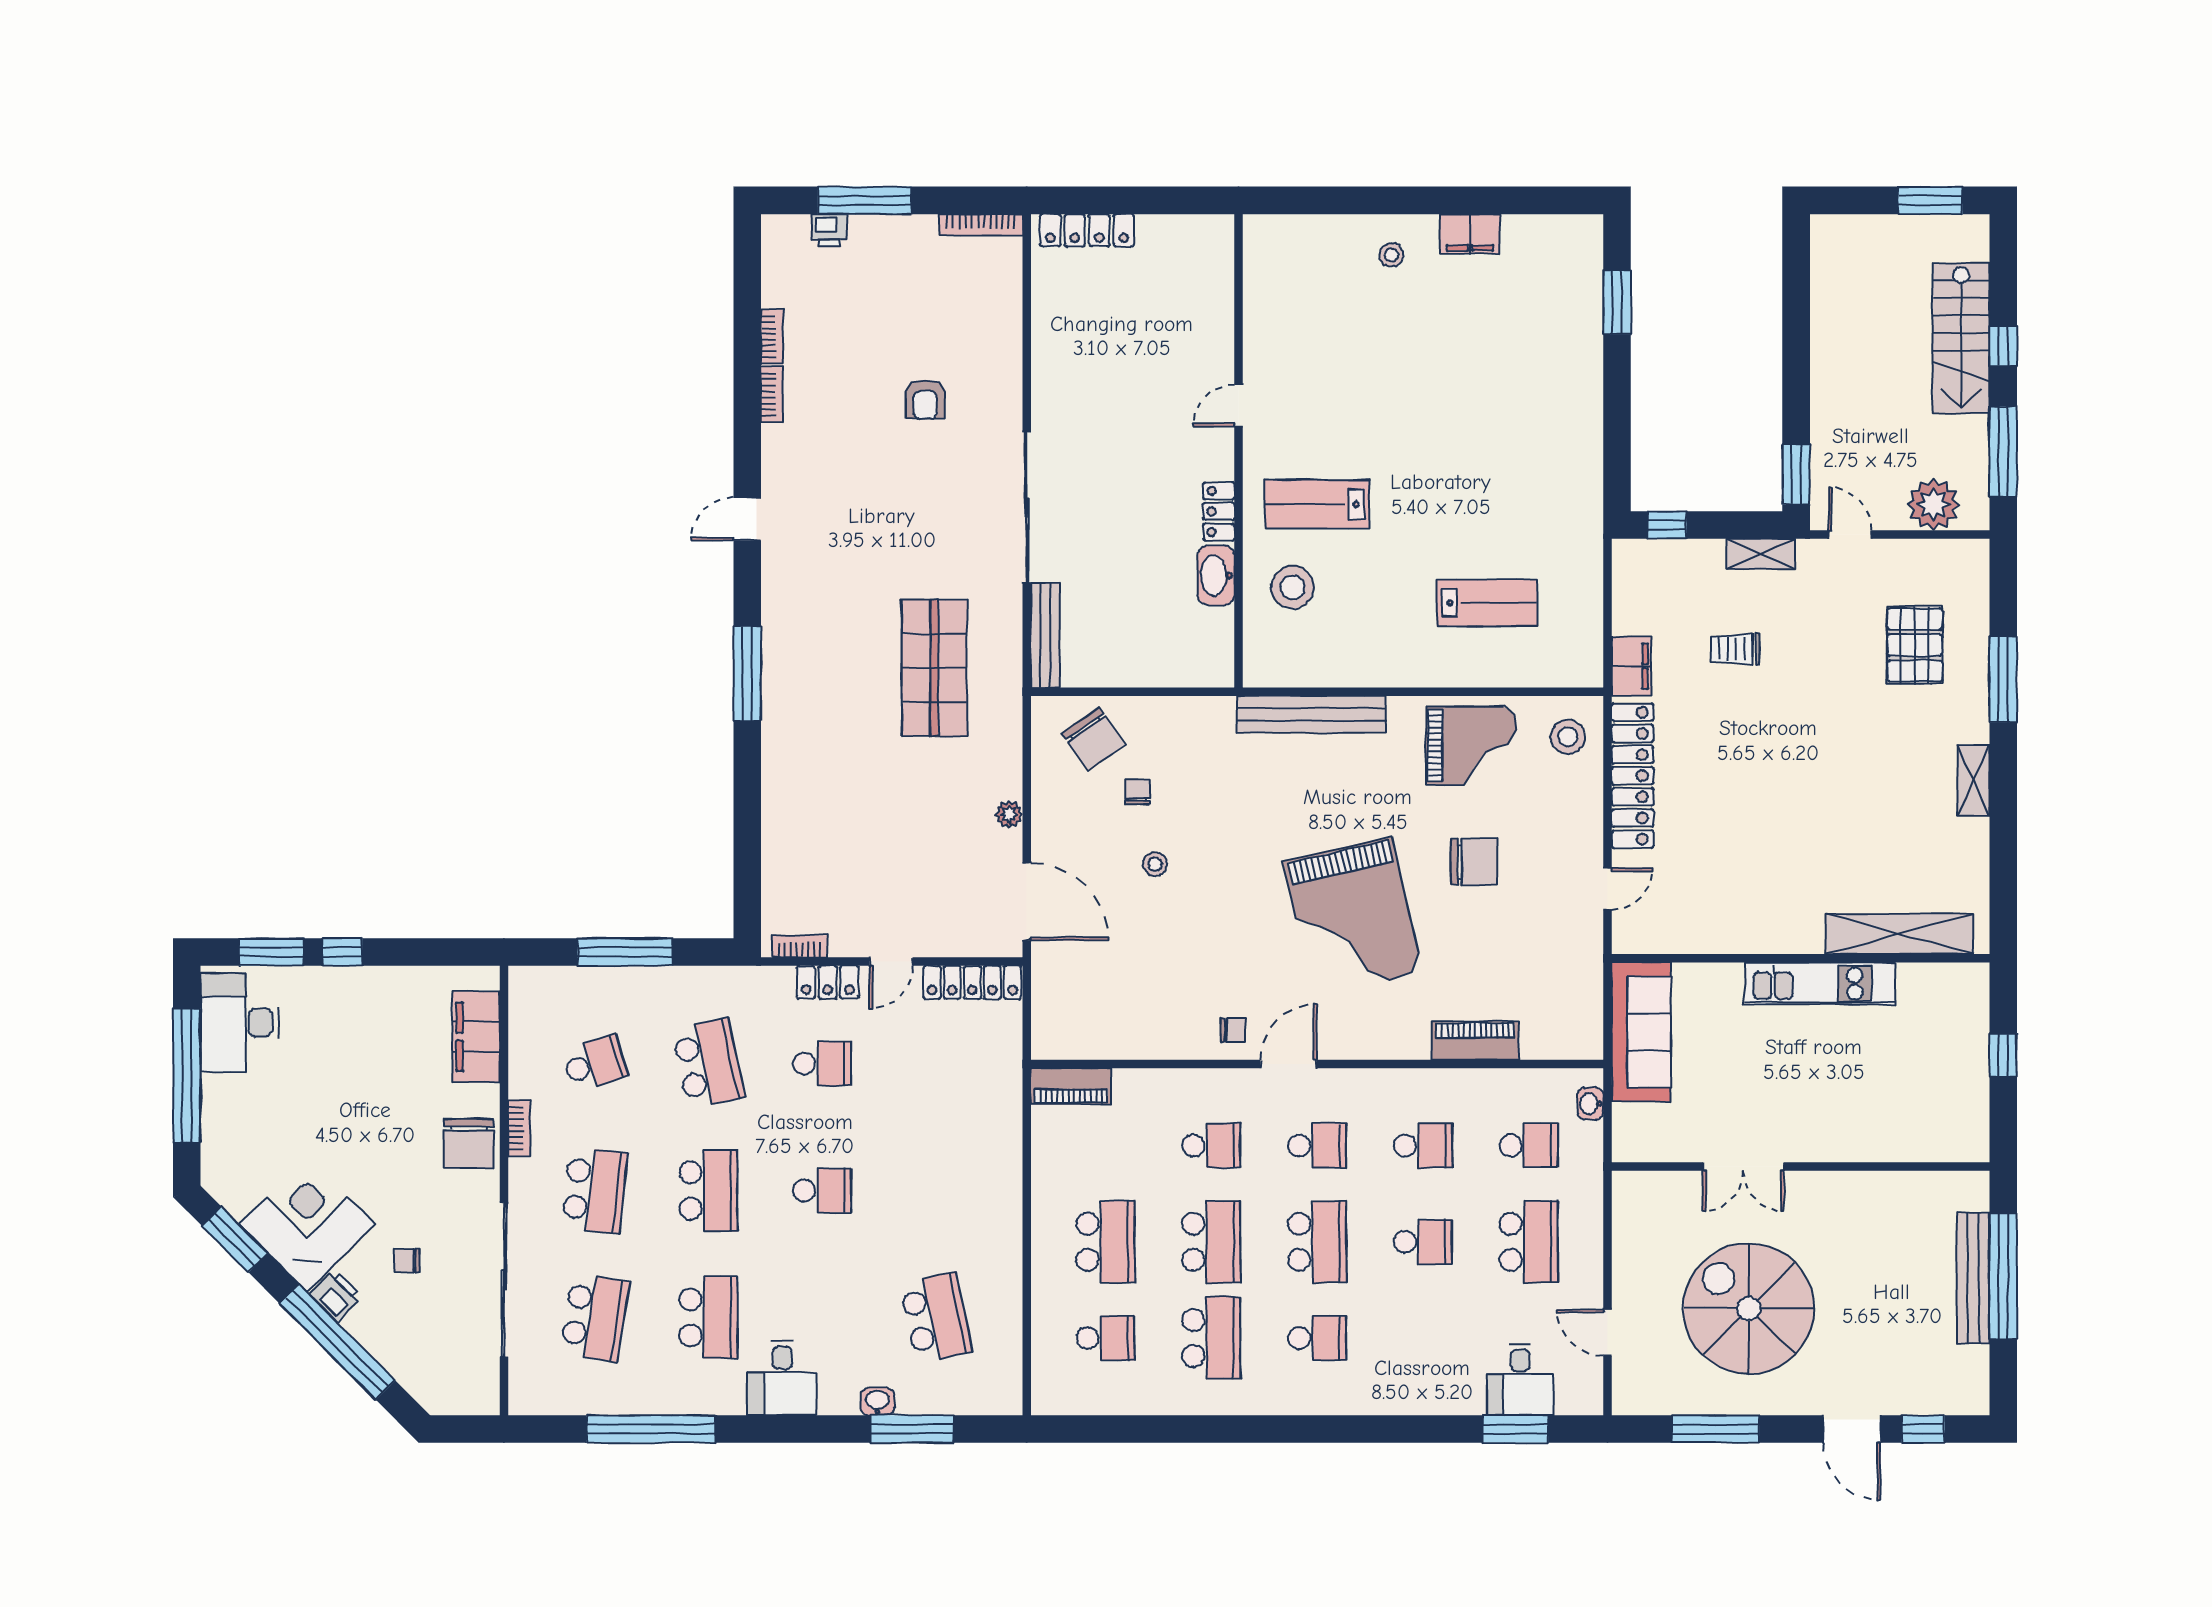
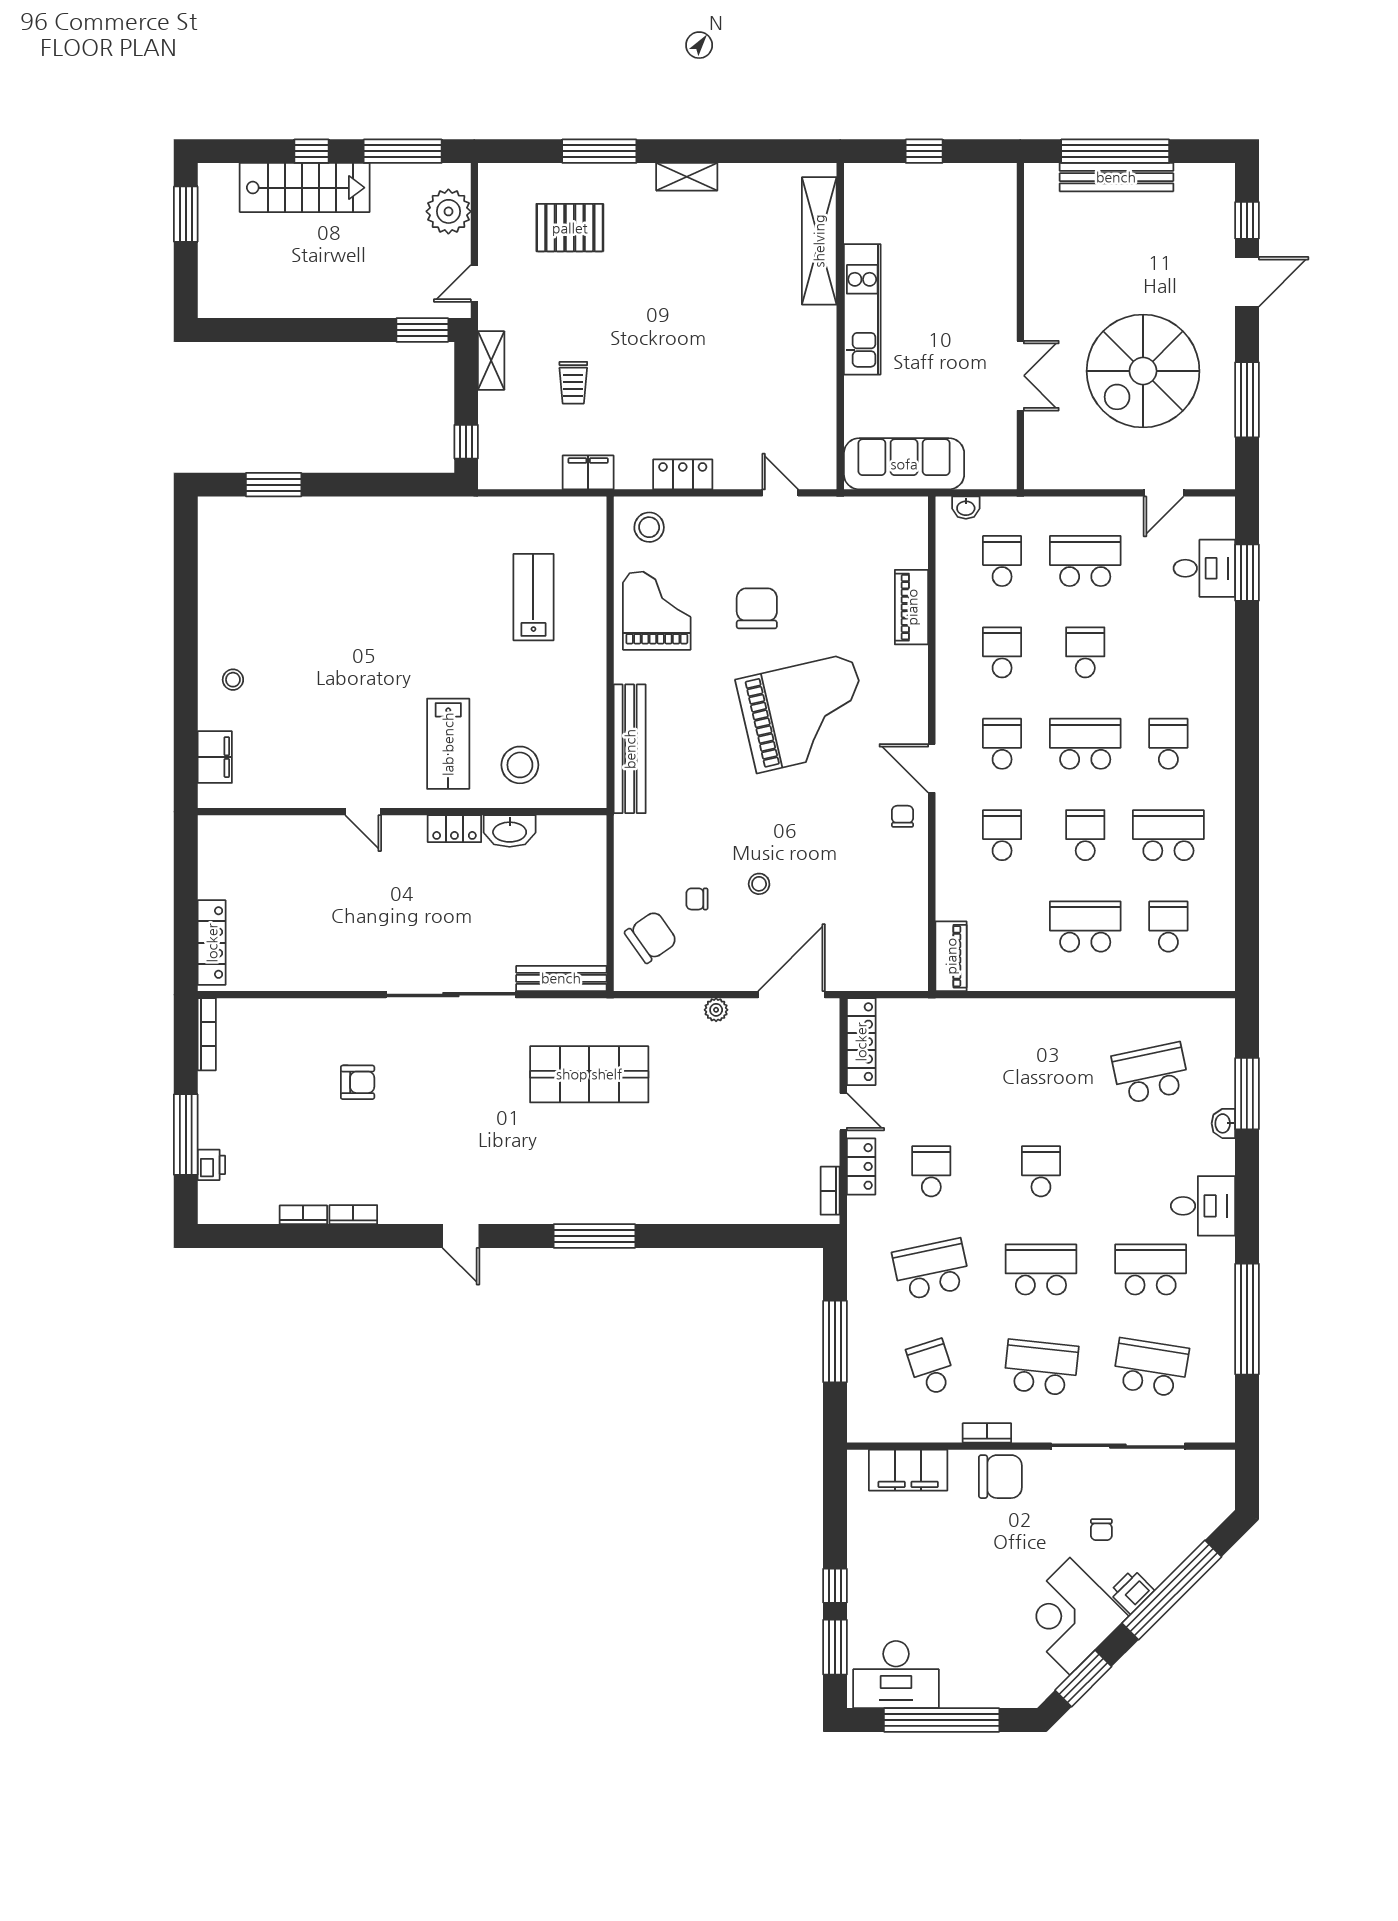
filing cabinet: (1470, 234) -> (215, 757), moved
locker: (1633, 776) -> (683, 474), width x0.46, depth x0.83
school desk: (1211, 1242) -> (1085, 835), width x0.54

